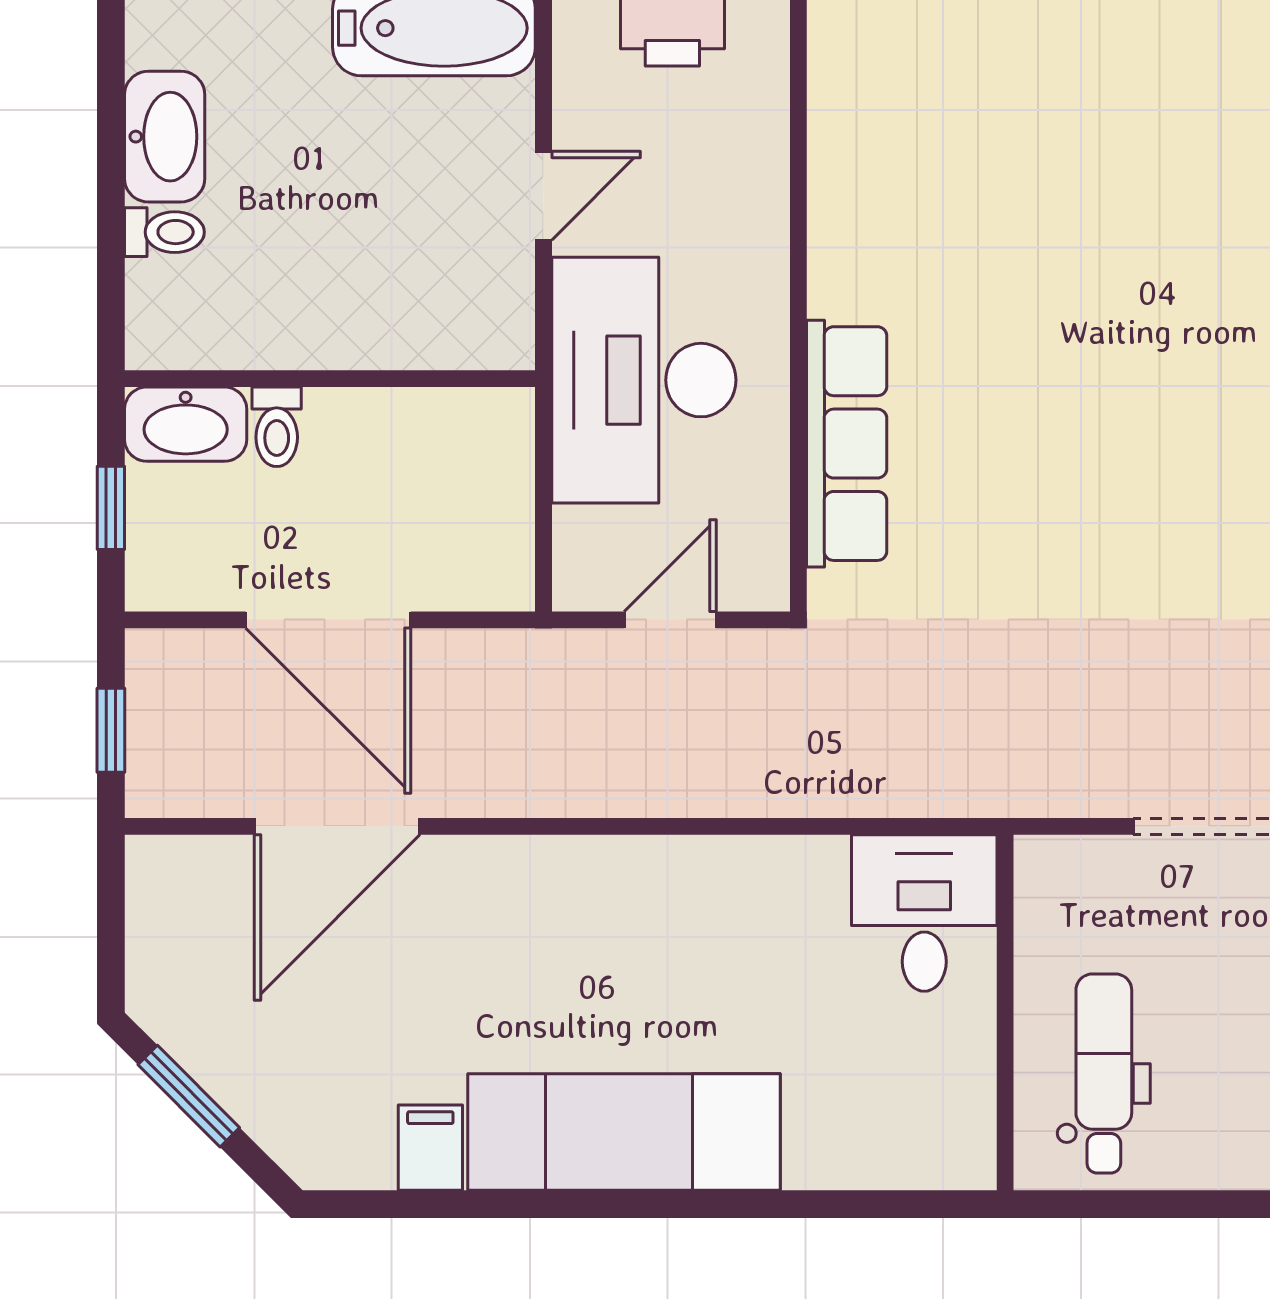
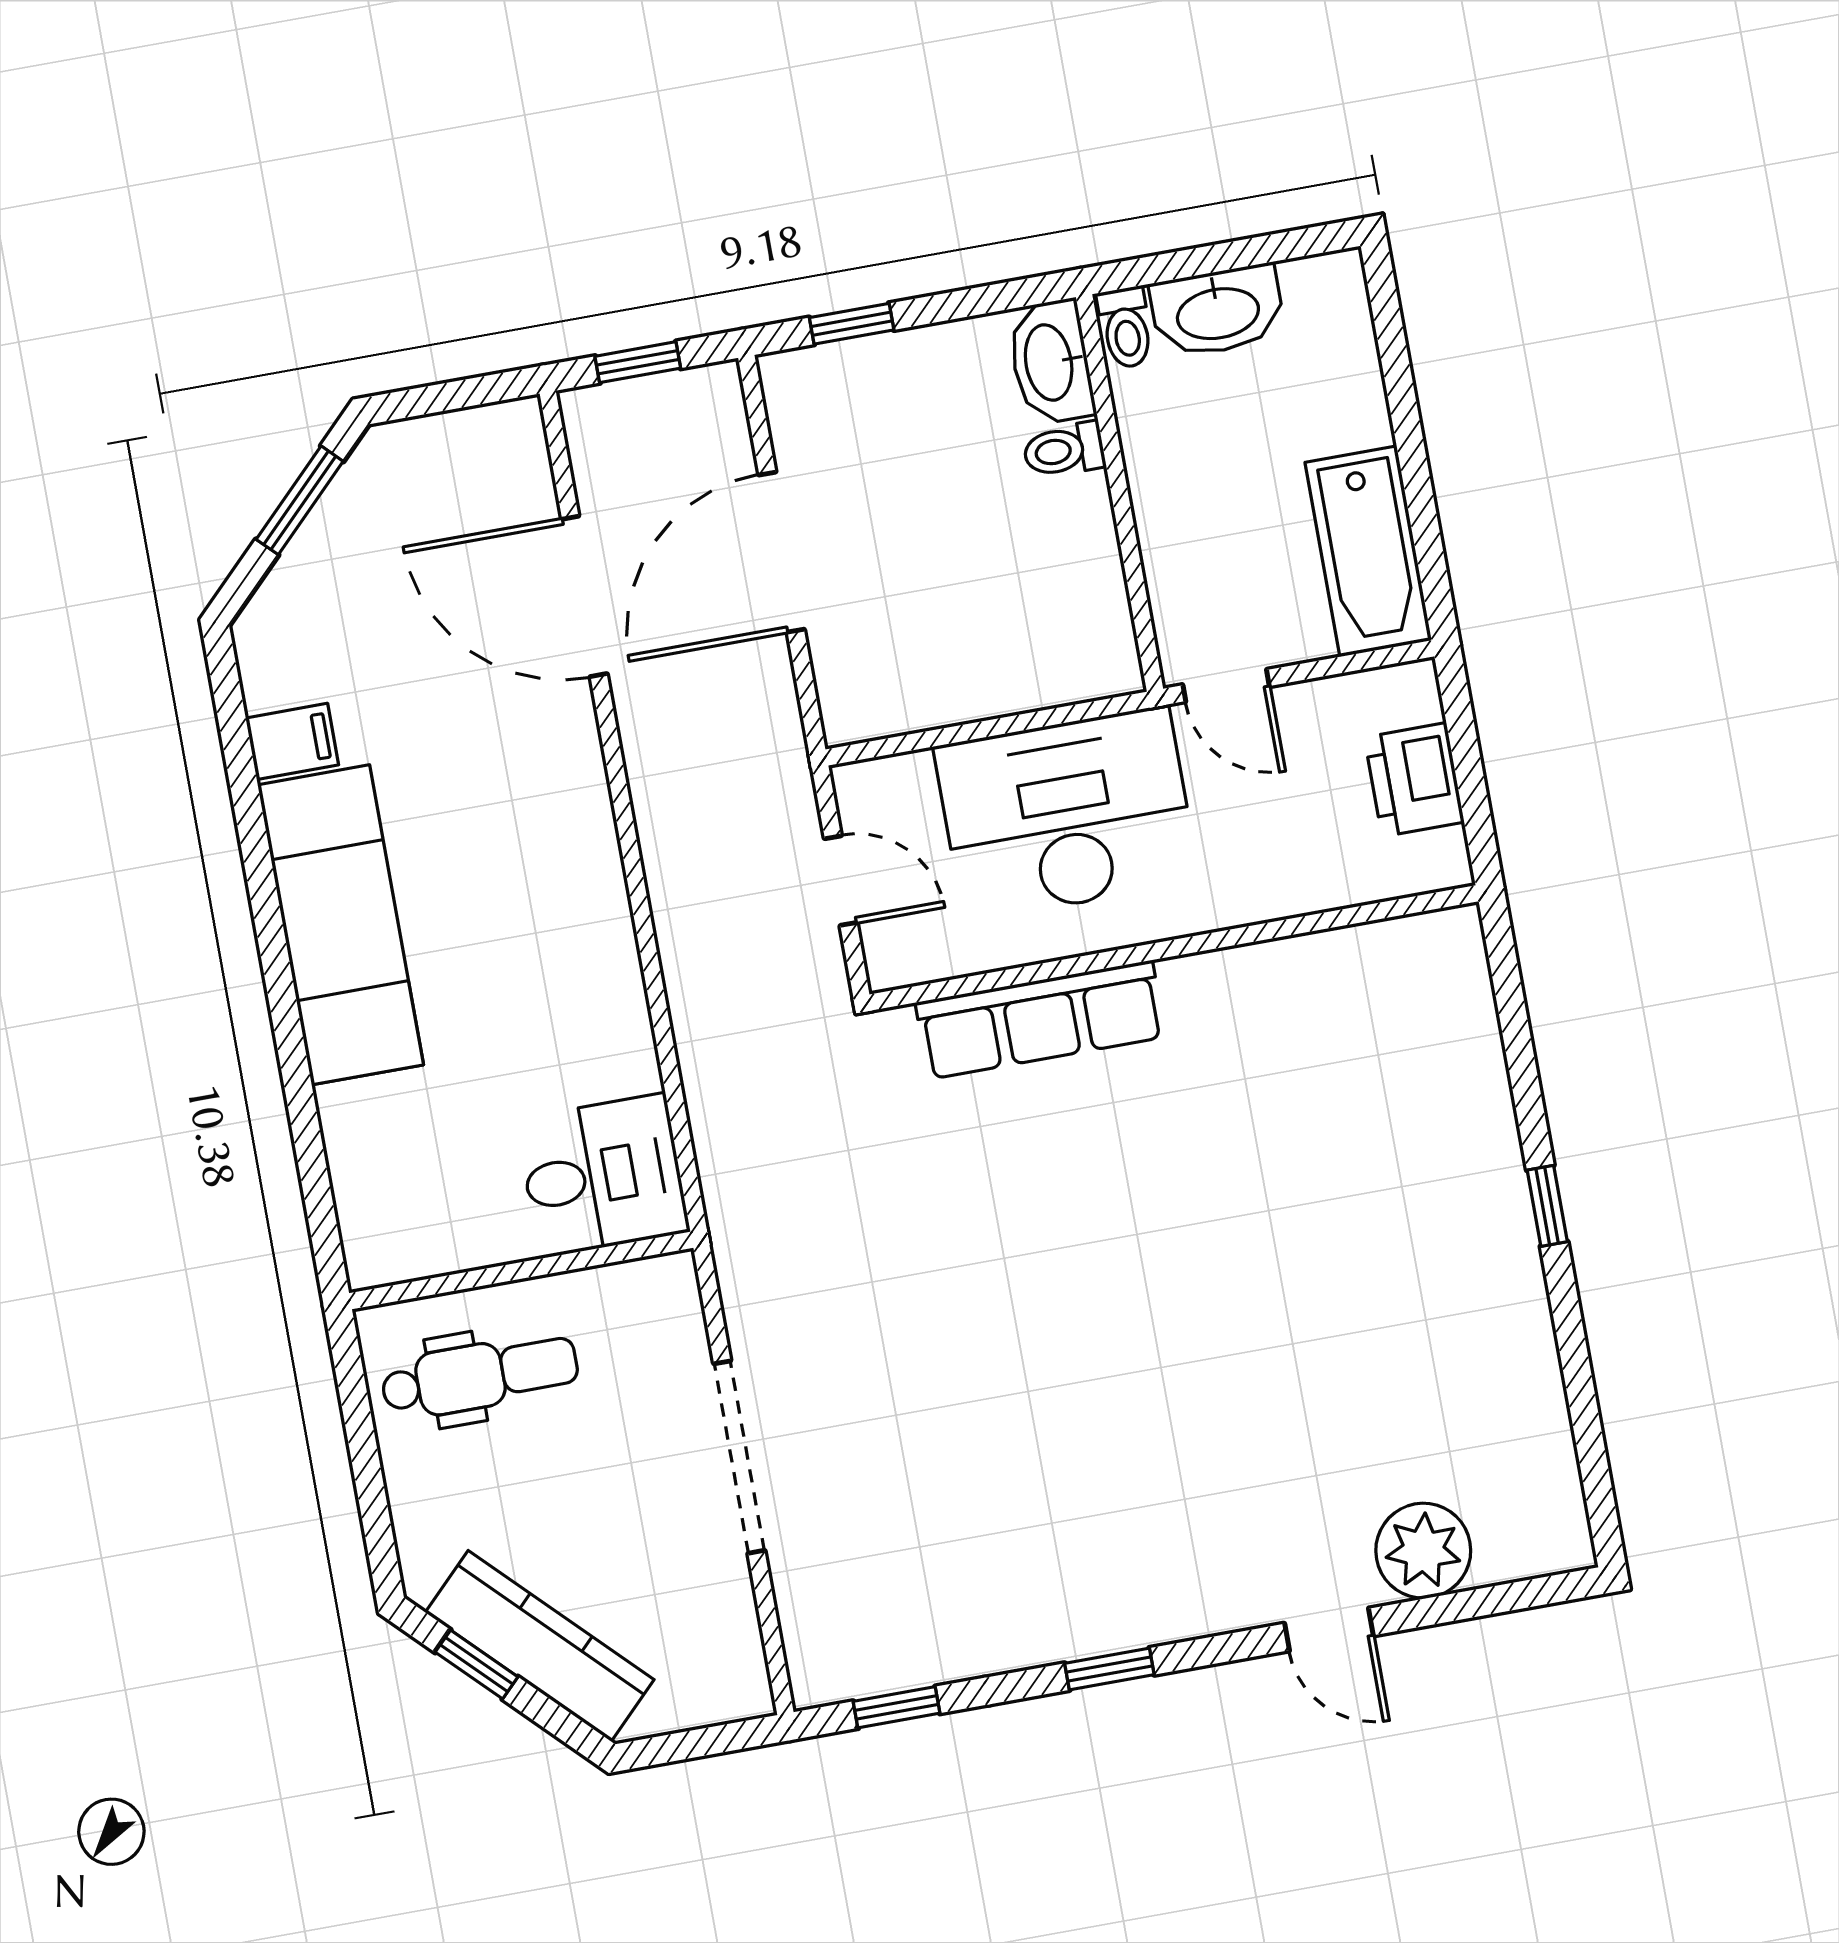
wall: (330, 379) -> (1119, 493), moved
washbasin: (186, 424) -> (1051, 362), moved
toilet: (277, 427) -> (1064, 450), moved

